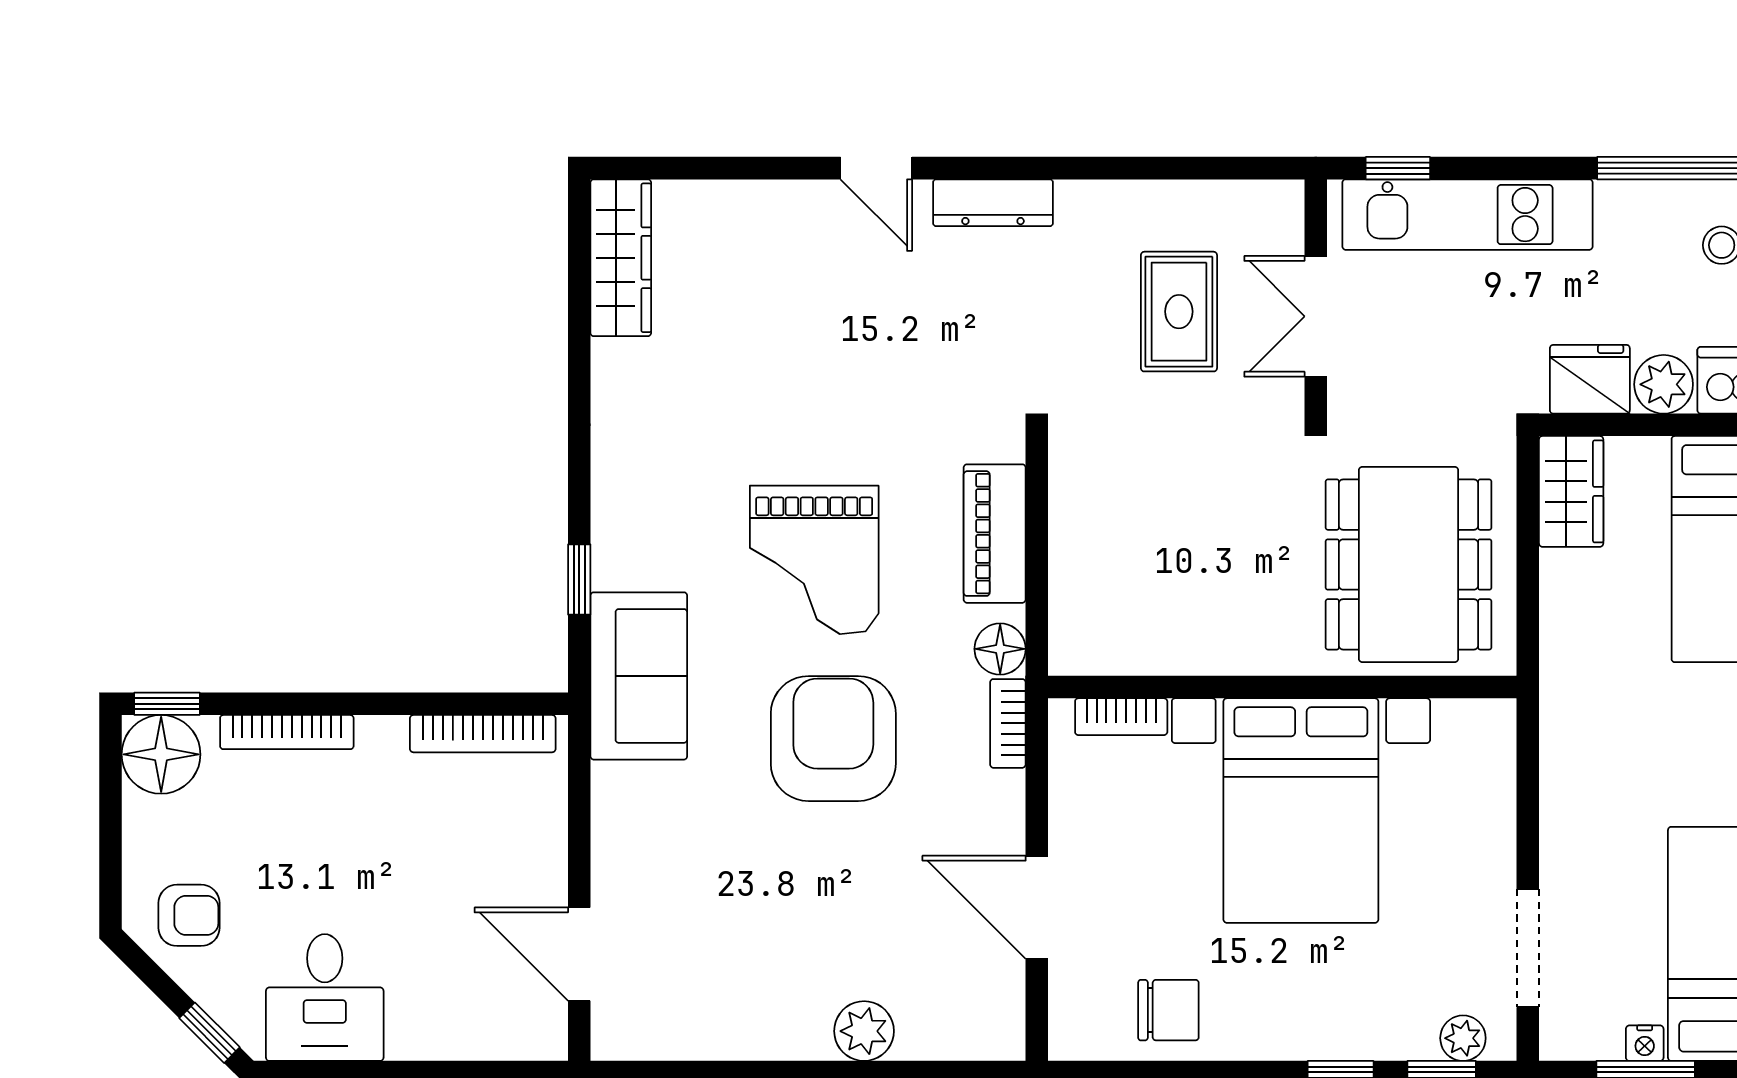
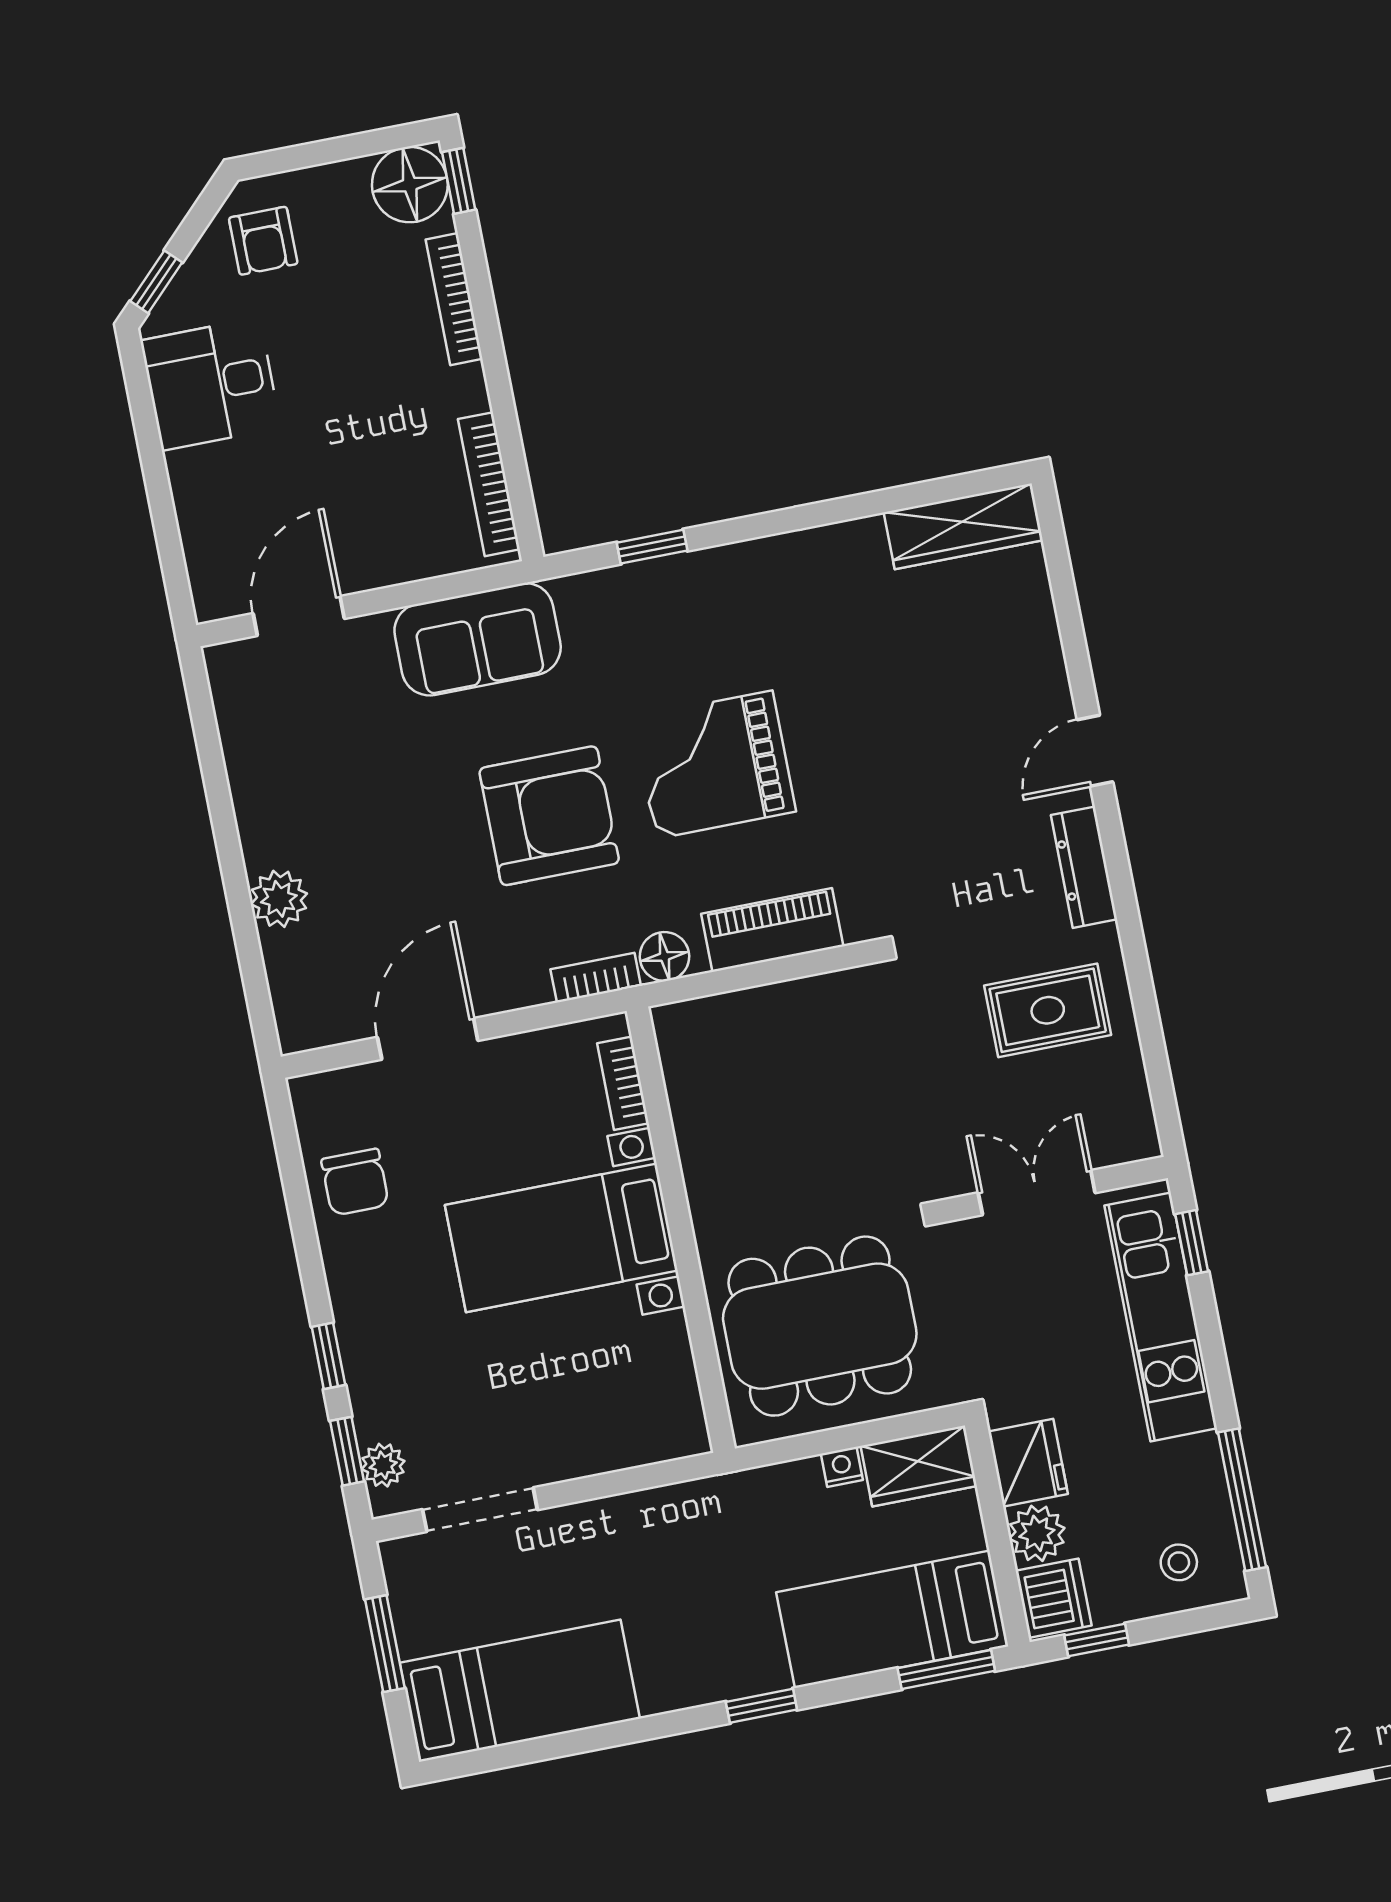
rug: (1179, 312) -> (1048, 1010), moved
sofa: (639, 676) -> (478, 639), moved
bed with nightstands: (1301, 811) -> (561, 1238), width x0.73
nightstand: (1645, 1043) -> (842, 1467), moved, turned 90

